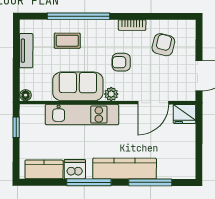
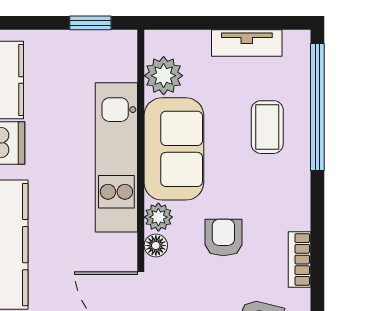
window: (78, 16) -> (317, 107), moved
plant: (42, 91) -> (164, 76), added
floor lamp: (26, 95) -> (156, 246), moved

